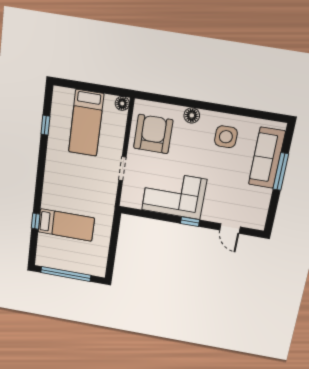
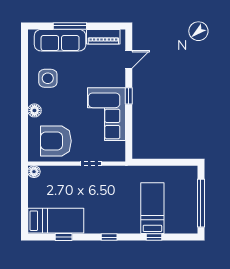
bed: (86, 123) -> (56, 221), moved
window: (40, 175) -> (109, 237), added
piano: (261, 206) -> (103, 37), added

